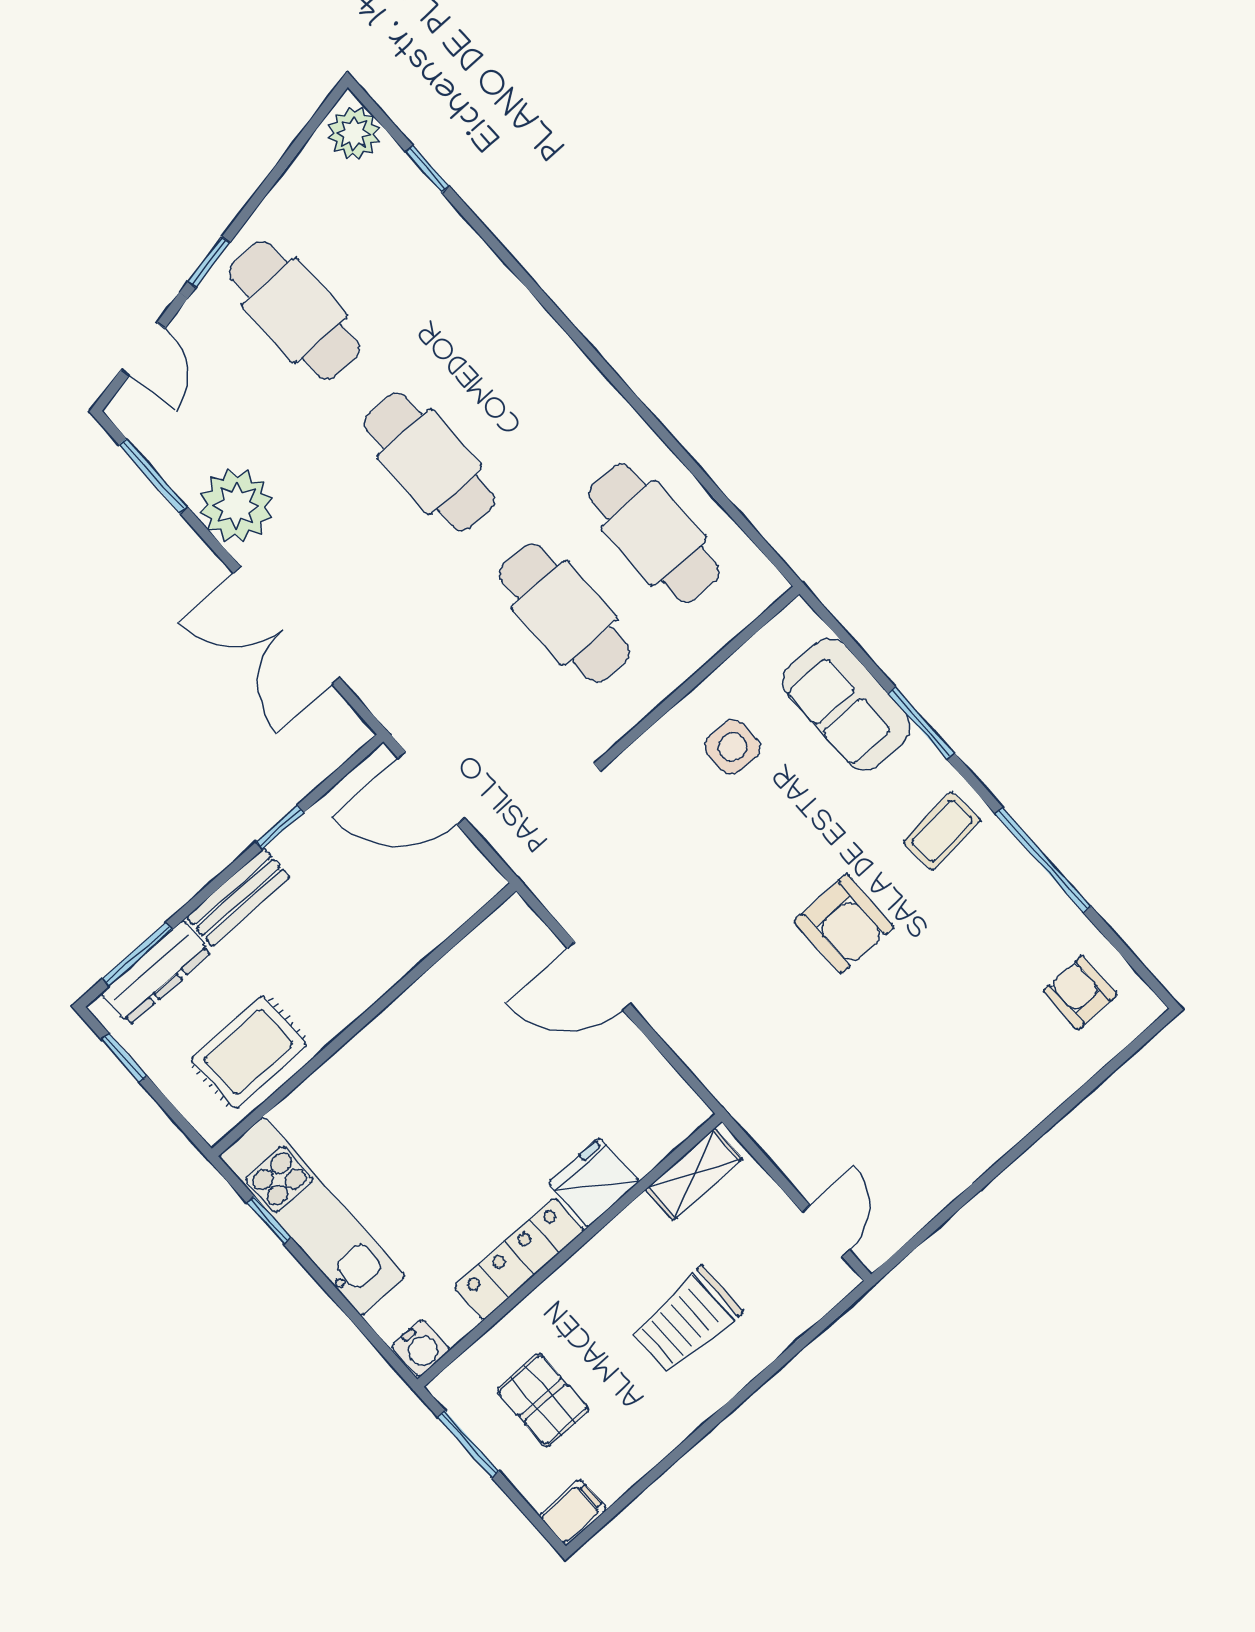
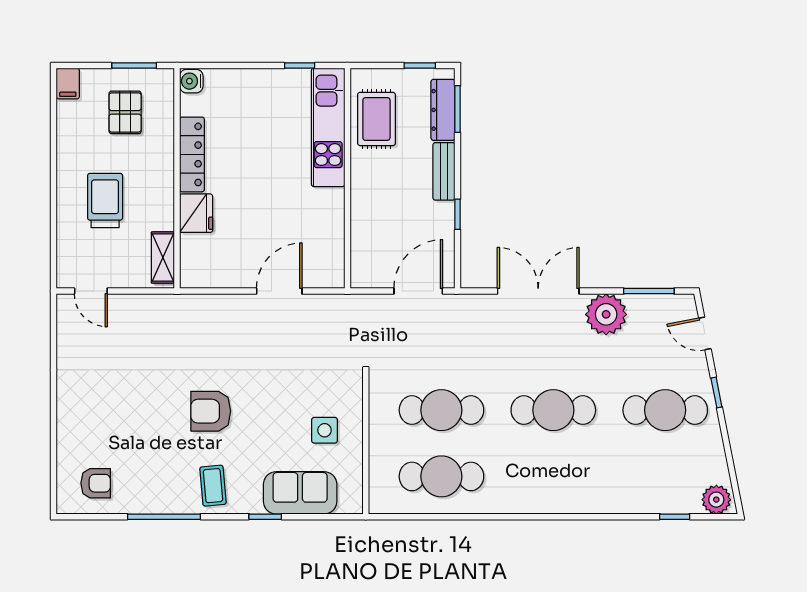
window: (921, 723) -> (265, 517), width x0.67
kitchen unit: (312, 1216) -> (328, 127), moved, turned 90
pallet: (543, 1400) -> (125, 112), turned 90

